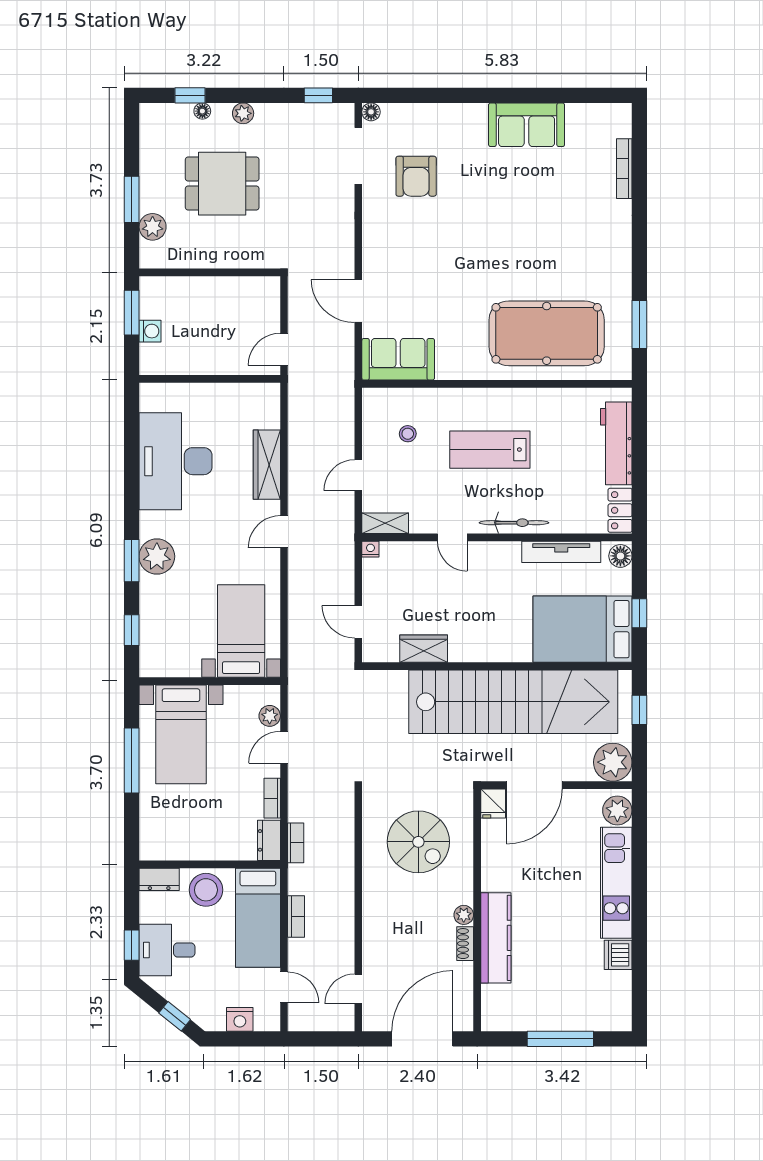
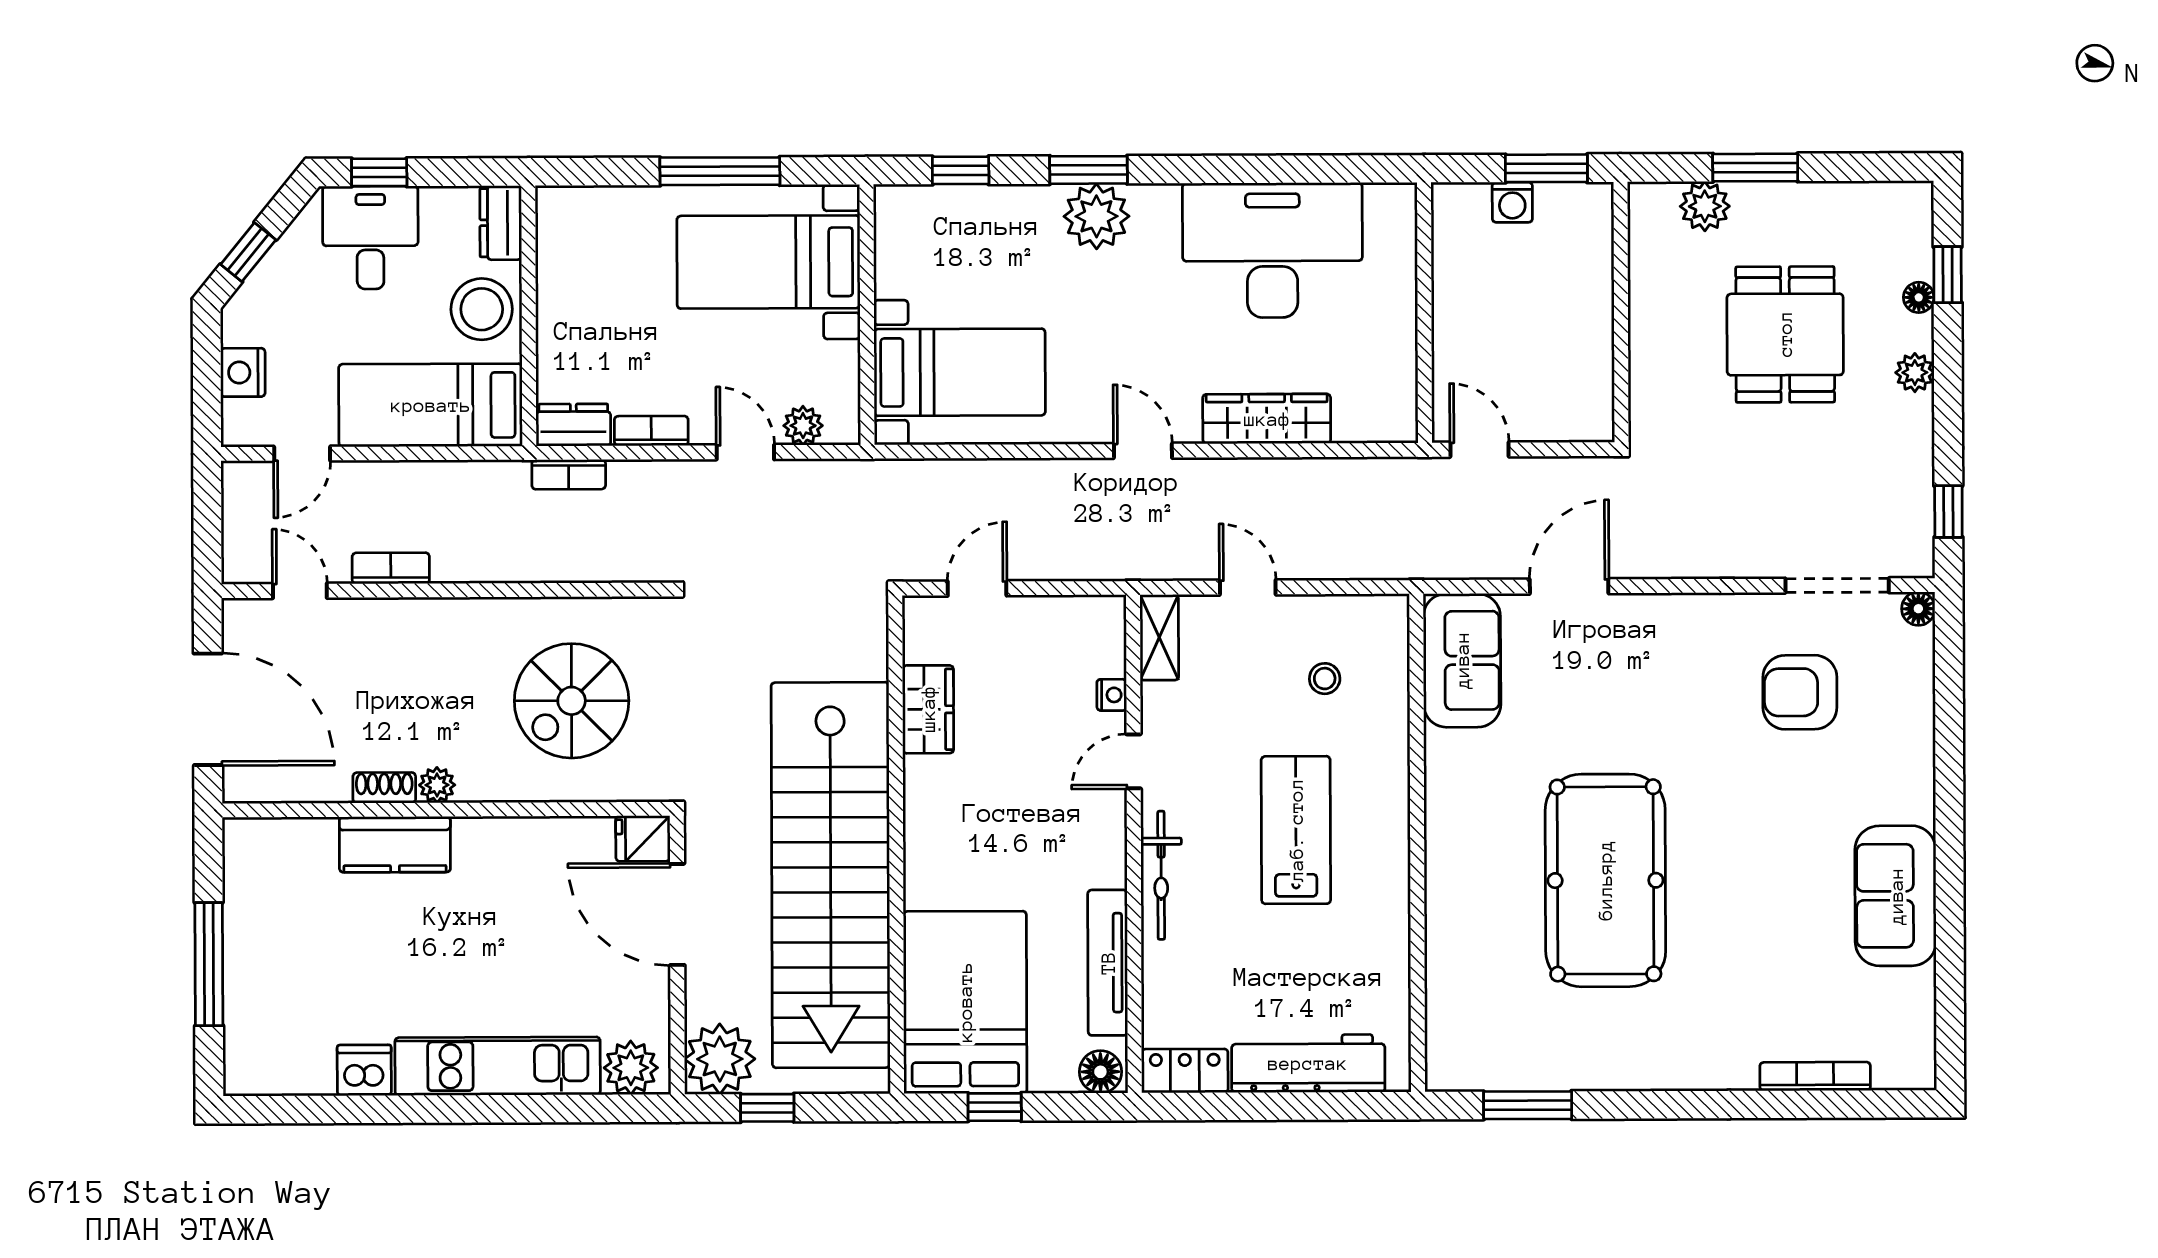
pool table: (547, 333) -> (1605, 880), moved
nightstand: (370, 549) -> (1112, 695), moved
window: (639, 710) -> (767, 1108), moved
bookcase: (296, 916) -> (391, 568), moved, turned 180
kitchen counter: (496, 938) -> (395, 844), width x0.67

